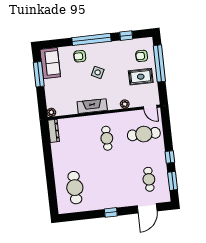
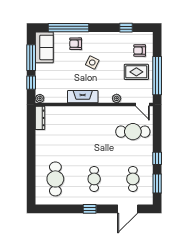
window: (91, 39) -> (68, 28), moved
window: (159, 63) -> (157, 76), moved
window: (41, 98) -> (31, 83), added
cafe table: (107, 138) -> (94, 179), moved

